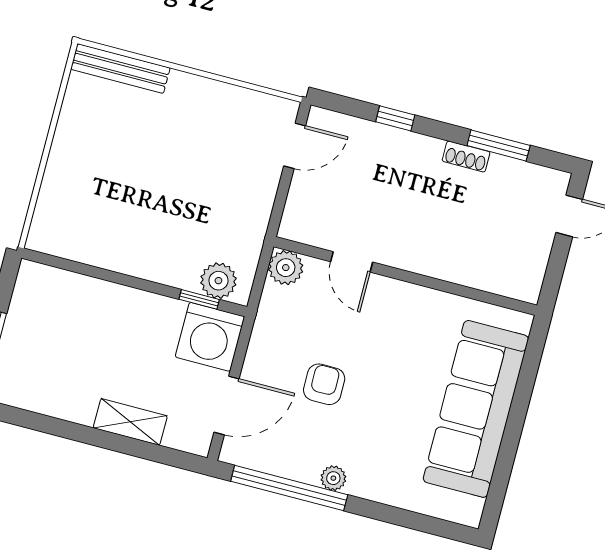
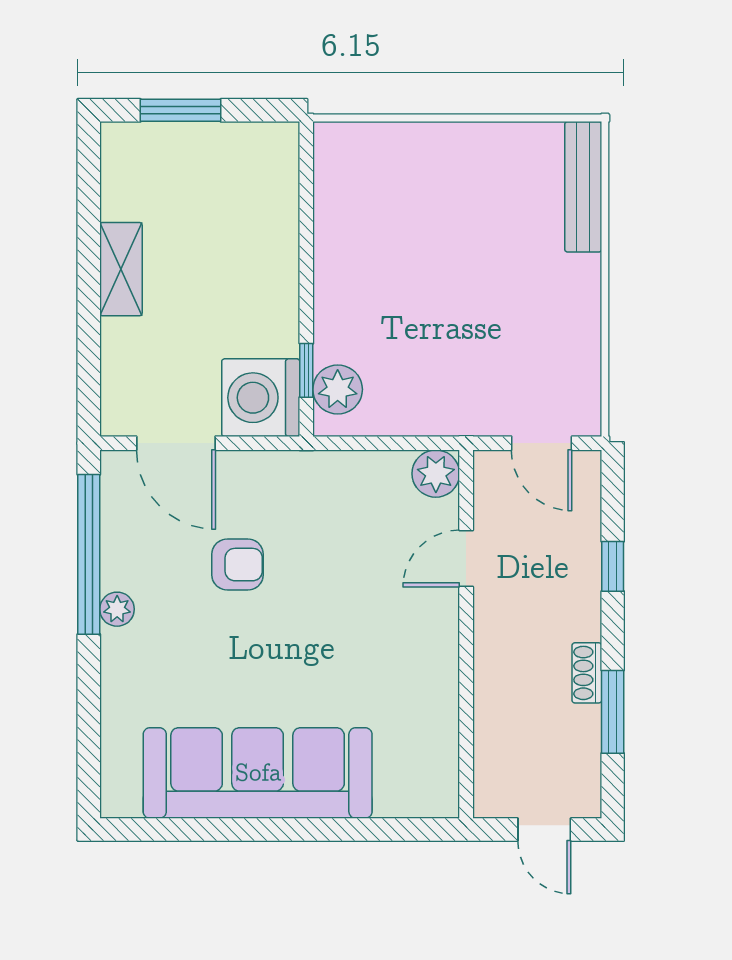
door: (352, 262) -> (466, 559), moved
plant: (286, 268) -> (436, 474), moved
wall: (405, 276) -> (466, 634), moved
shelving: (130, 422) -> (121, 269), moved

